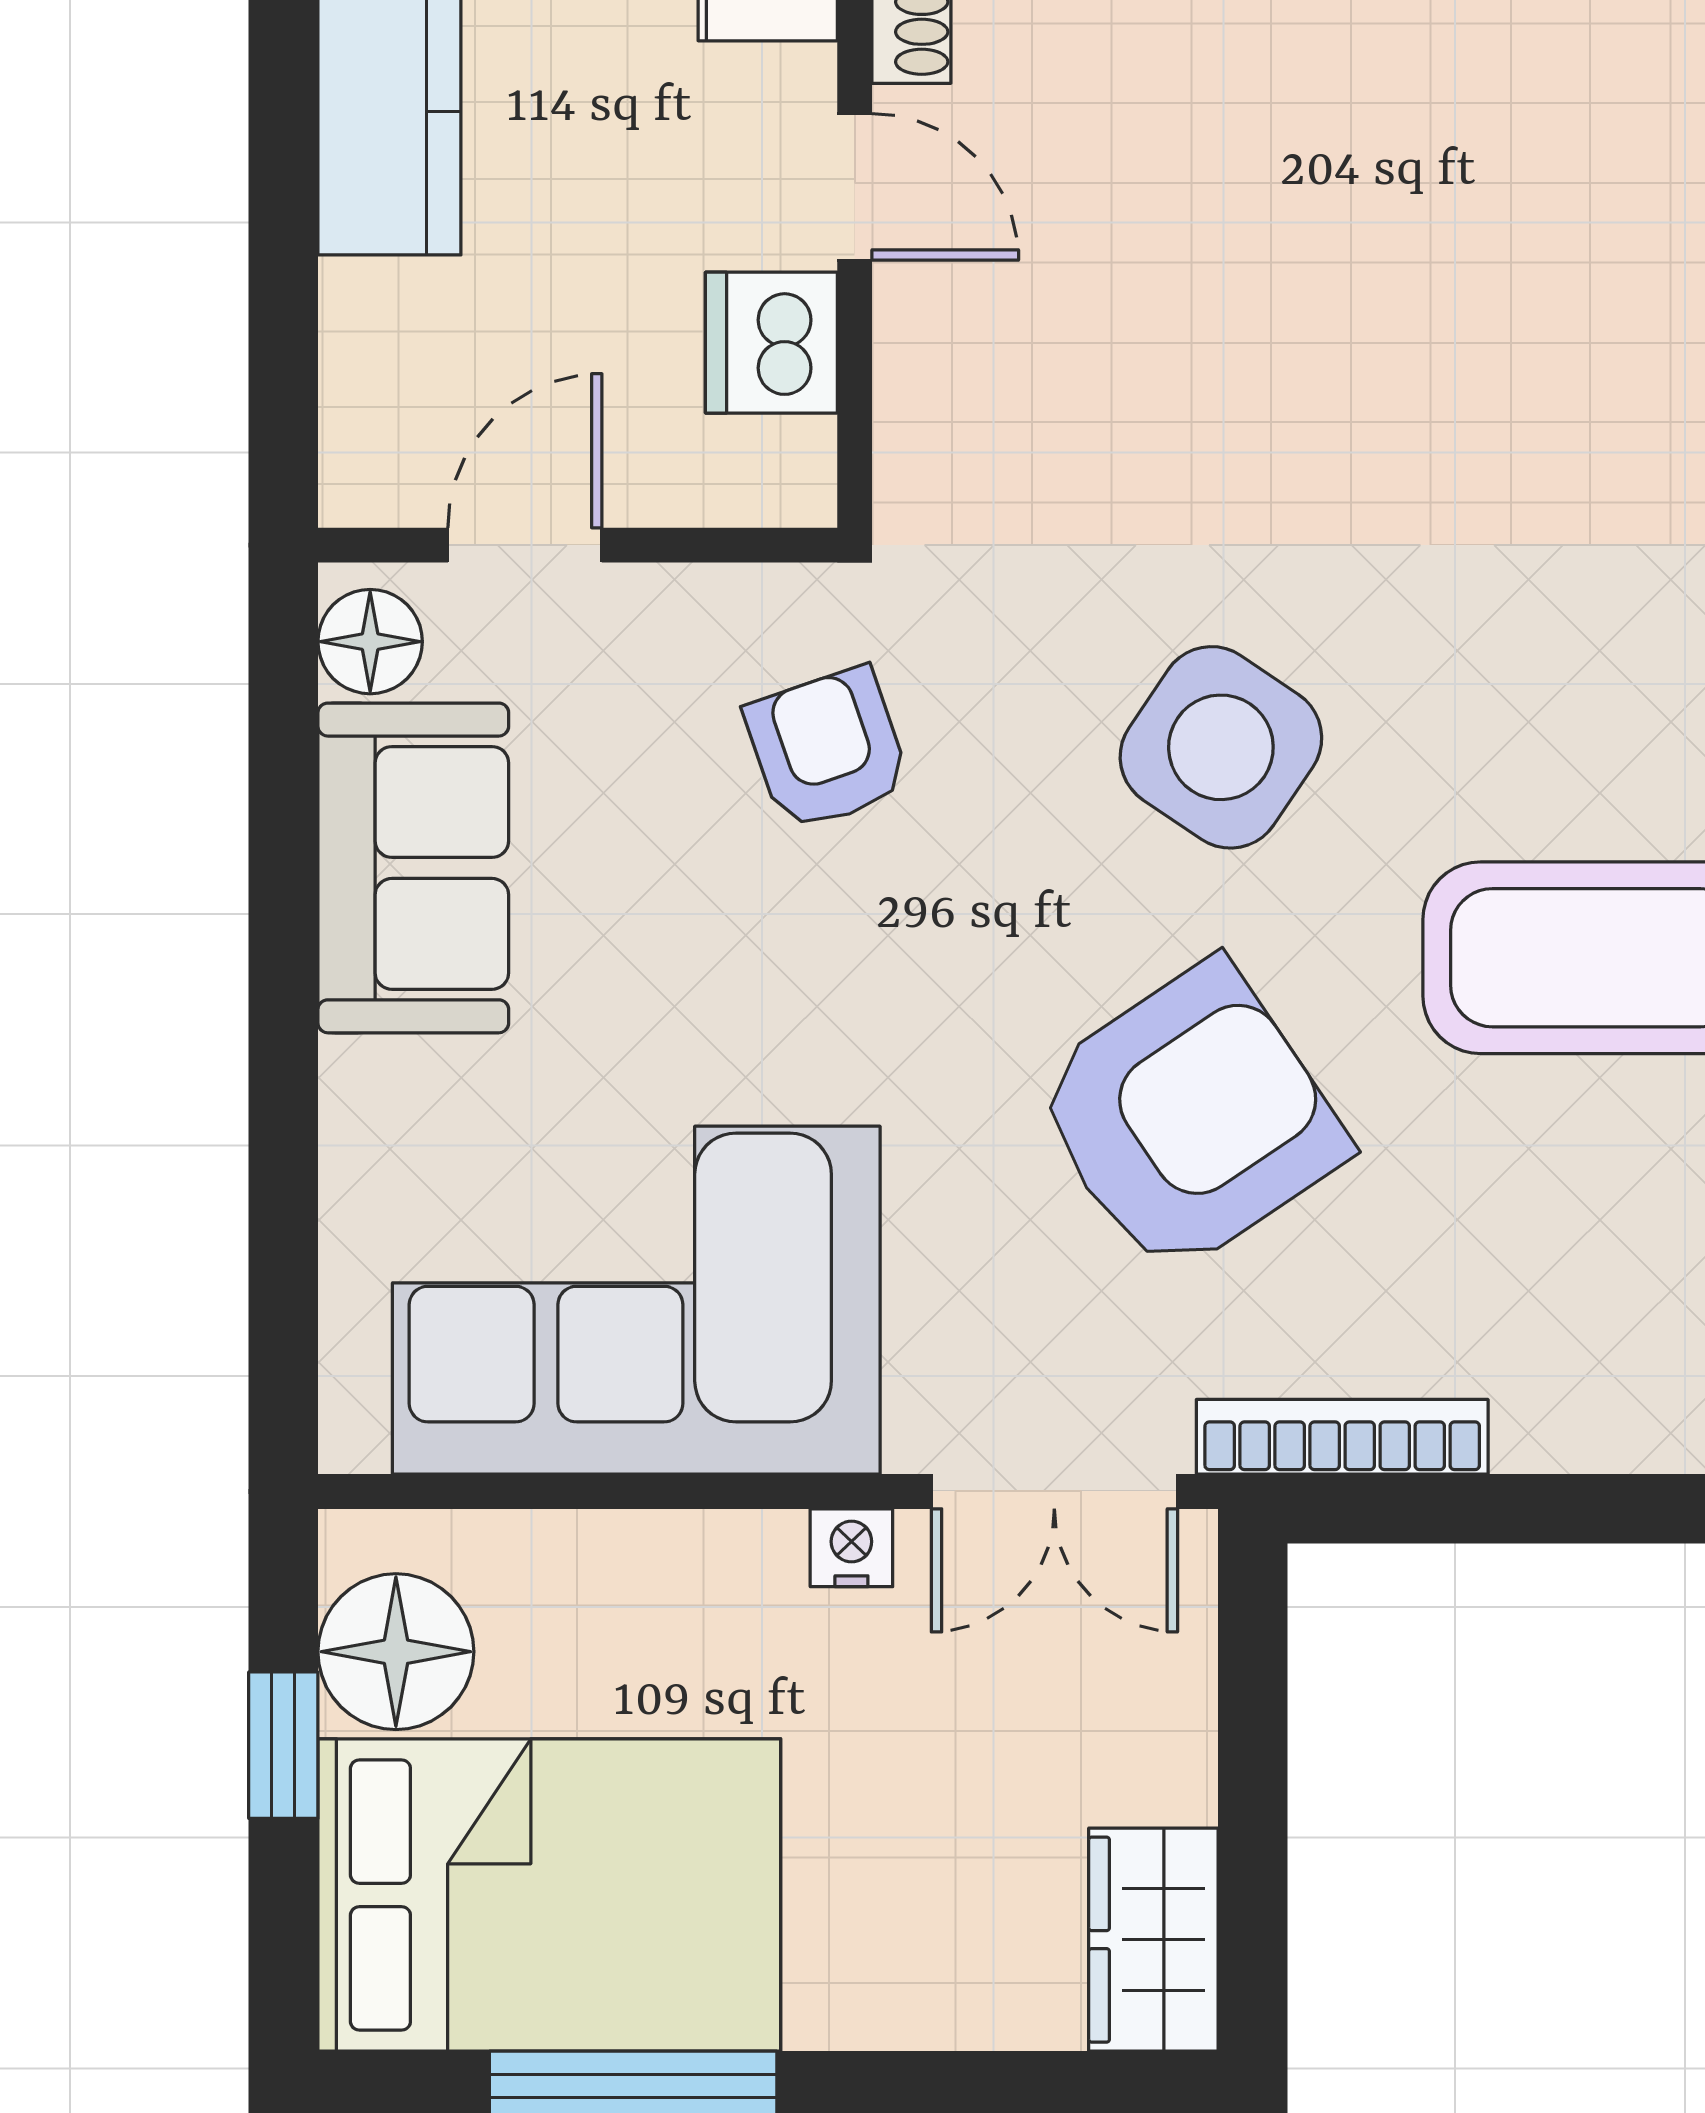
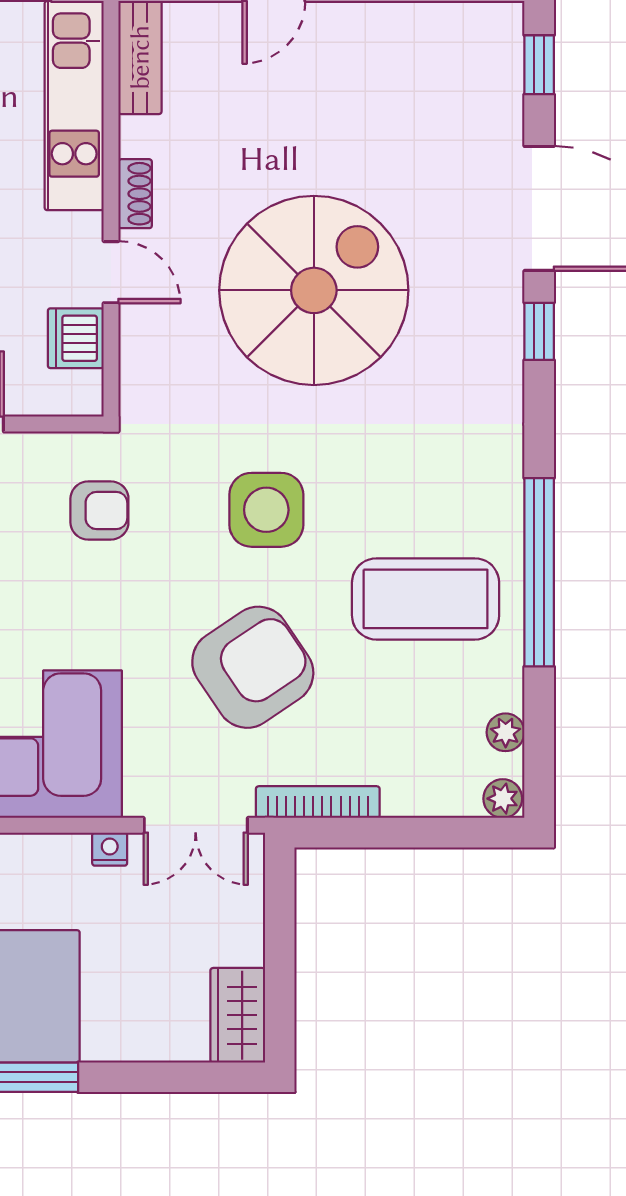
spiral stairs: (1333, 230) -> (314, 290), added
side table: (1221, 747) -> (266, 510), turned -34
armchair: (827, 749) -> (99, 511), turned 109

